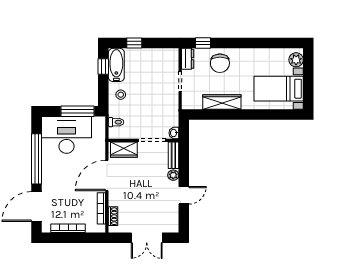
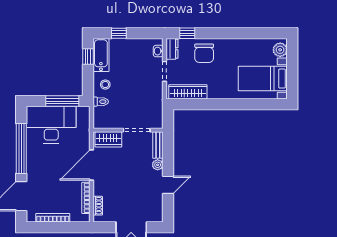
wardrobe: (222, 102) -> (188, 92), moved
toilet: (116, 122) -> (101, 102), moved
washbasin: (174, 133) -> (158, 51), moved

